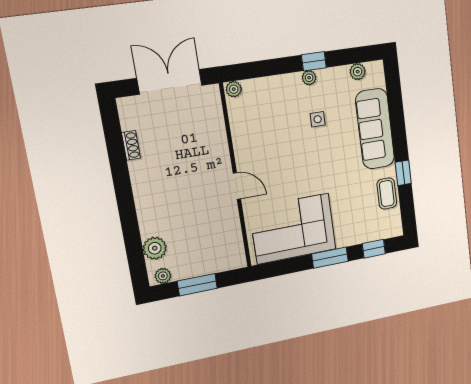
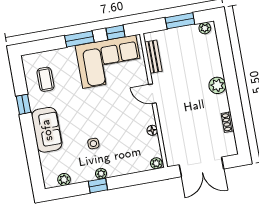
sofa: (375, 129) -> (47, 130), width x0.73
floor lamp: (238, 136) -> (152, 130), added
coffee table: (387, 193) -> (45, 79), moved
bench: (234, 236) -> (153, 57), added
plant: (155, 248) -> (217, 85), moved
window: (374, 249) -> (116, 32), moved

